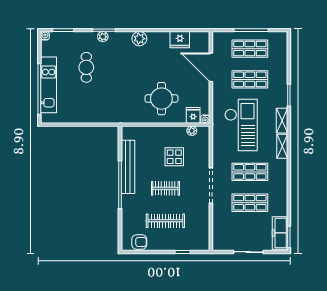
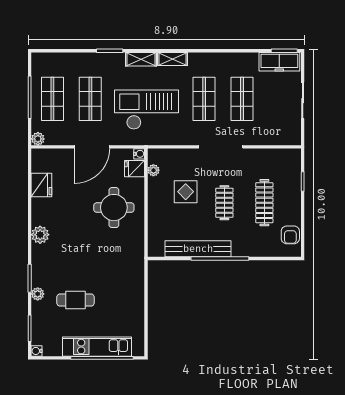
plant: (103, 37) -> (38, 294), moved
plant: (217, 37) -> (38, 139), added
door: (211, 67) -> (92, 147), moved
armchair: (139, 242) -> (290, 235), turned 180

